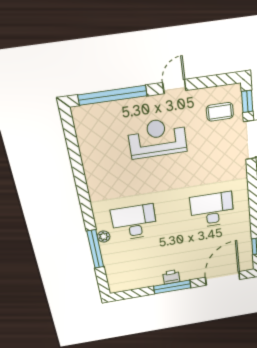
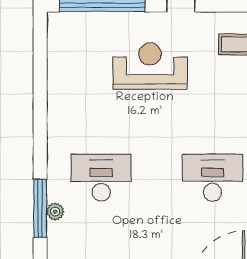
plant: (104, 237) -> (55, 212), moved

